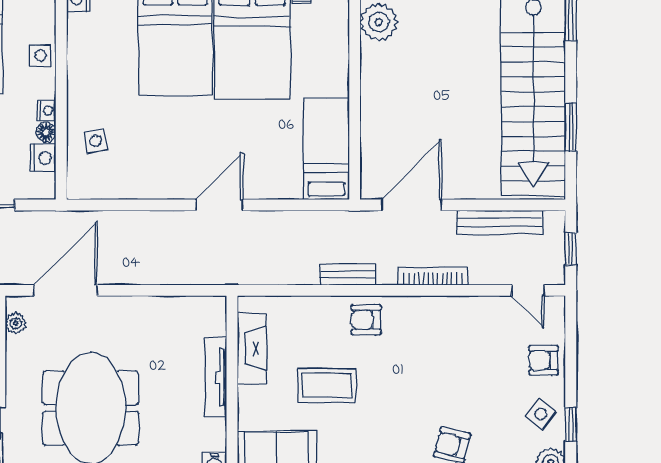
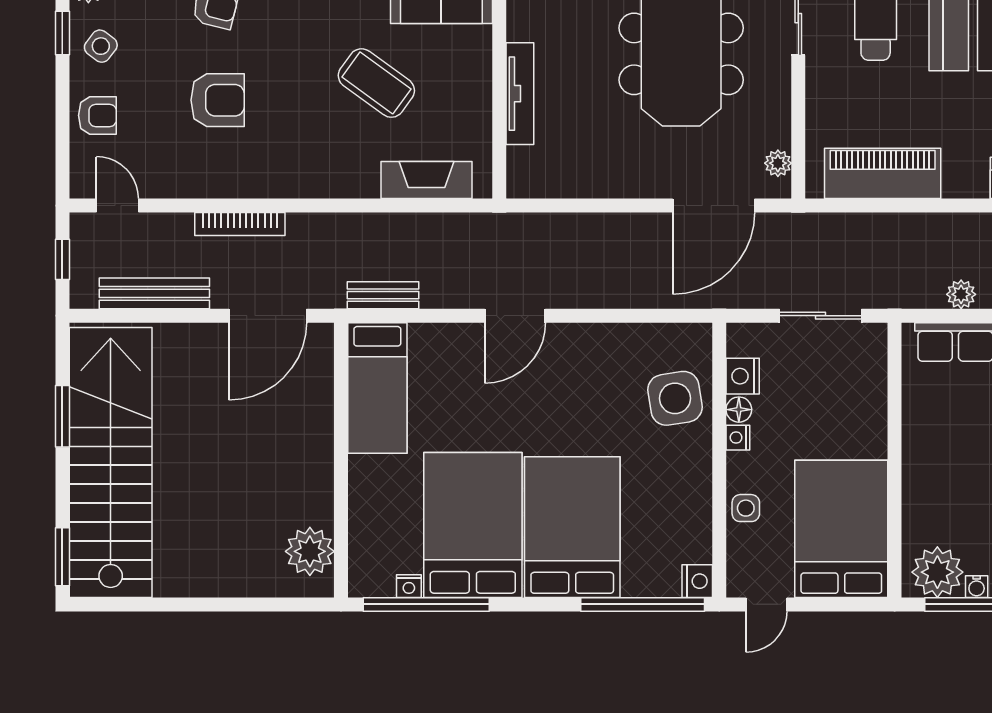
side table: (96, 141) -> (675, 398), width x1.87, depth x1.87
bench: (348, 274) -> (383, 295), moved
armchair: (366, 320) -> (218, 100), moved, width x1.38, depth x1.38
fireplace: (252, 349) -> (426, 180), moved, turned 90
coffee table: (327, 385) -> (376, 83), turned 36

